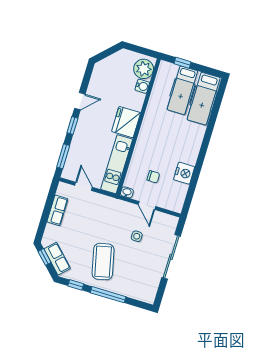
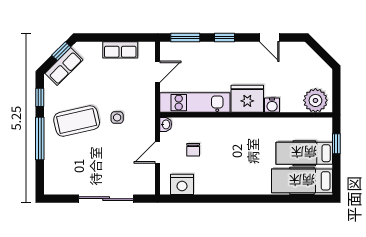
water cooler: (142, 86) -> (272, 105), moved
door: (80, 101) -> (269, 37), moved
nightstand: (184, 173) -> (182, 184), moved
side table: (137, 236) -> (117, 118), moved

